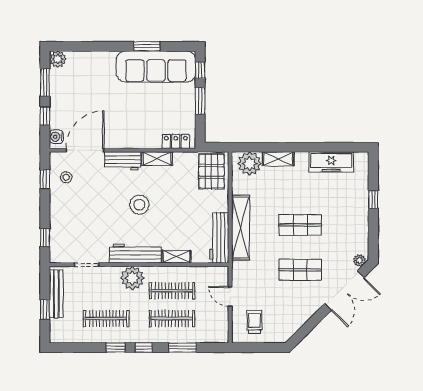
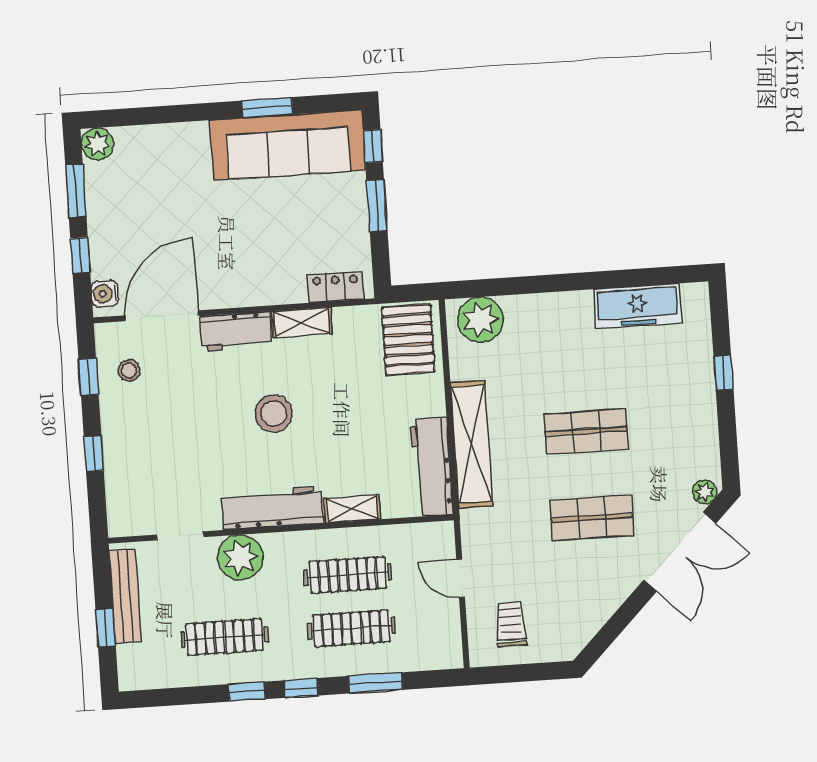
shelving: (278, 159) -> (535, 307), removed
window: (45, 238) -> (94, 454), moved
plant: (132, 278) -> (240, 558), moved

